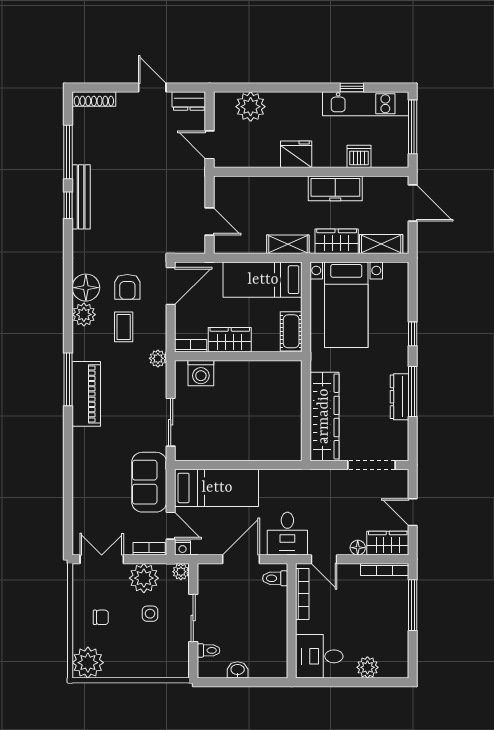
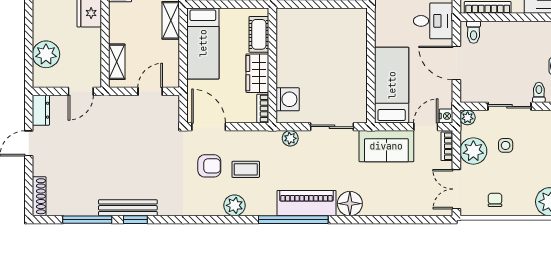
shelving: (242, 185) -> (117, 62), added
floor lamp: (86, 288) -> (350, 204), moved
cot: (291, 331) -> (259, 34), moved, turned 90
plant: (158, 358) -> (290, 138), moved
window: (68, 379) -> (293, 220), width x1.46
chair: (101, 617) -> (495, 200), moved

